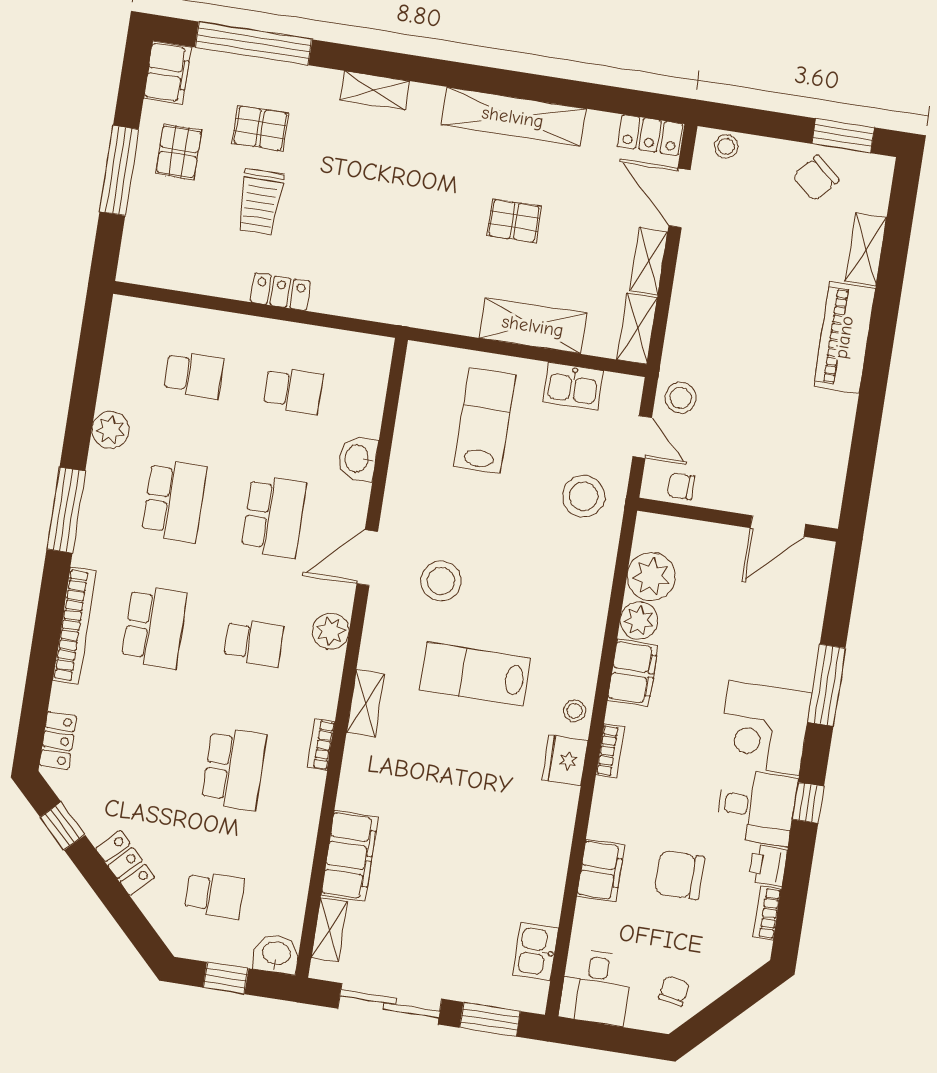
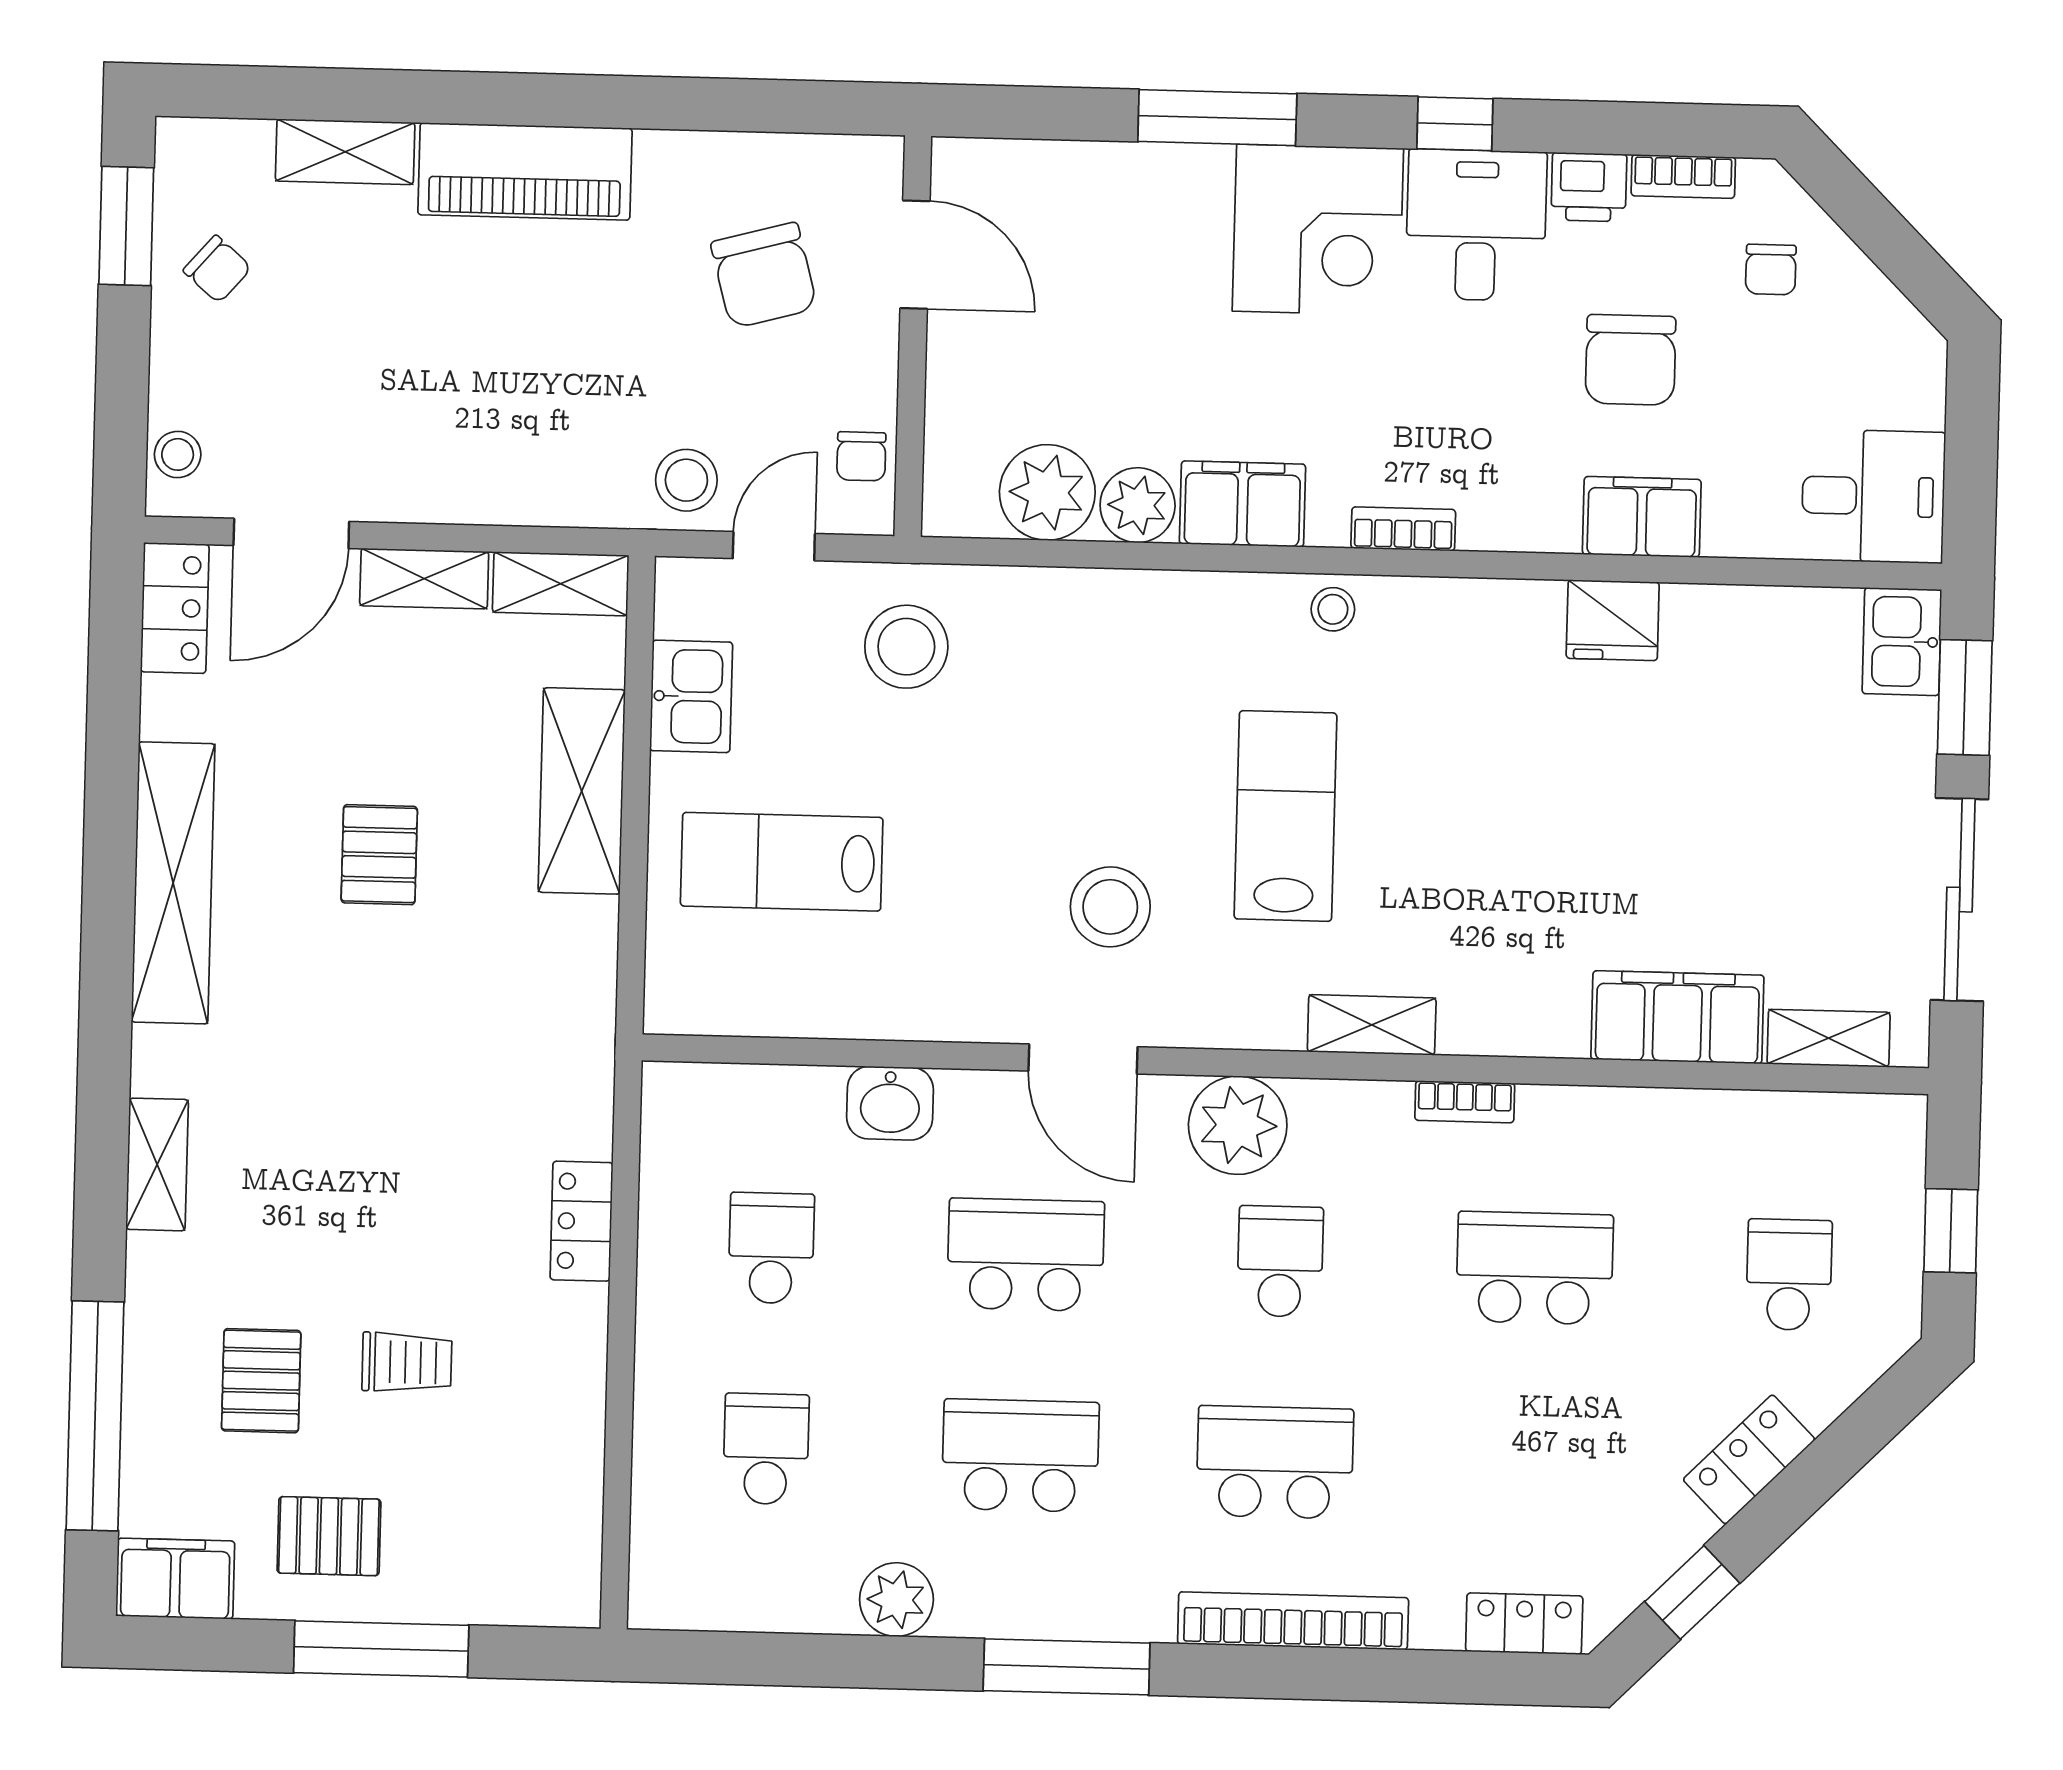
chair: (816, 178) -> (217, 269), width x0.73, depth x0.73
trolley: (260, 202) -> (407, 1362), width x0.73, depth x0.72
locker: (280, 292) -> (581, 1221), moved
chair: (777, 450) -> (764, 275), added
plant: (331, 631) -> (1238, 1125), width x1.36, depth x1.36
lab bench: (475, 674) -> (1285, 816), turned 180
fridge: (565, 760) -> (1613, 620), moved
kitchen sink: (536, 952) -> (1902, 642), moved, turned 90
washbasin: (276, 954) -> (1891, 1137), removed
chair: (674, 991) -> (1771, 269), moved, turned -100

